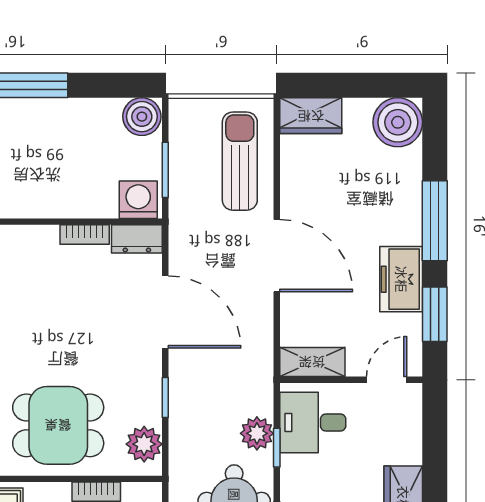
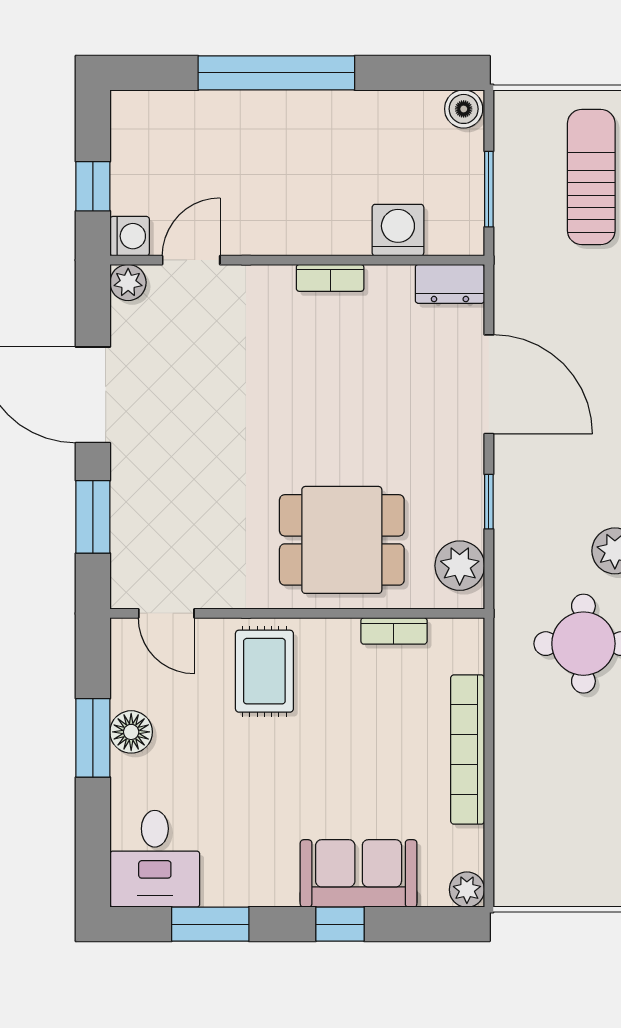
boiler: (142, 117) -> (464, 109), width x0.73, depth x0.73
washing machine: (138, 200) -> (398, 230), moved
bookcase: (85, 235) -> (330, 278), moved

